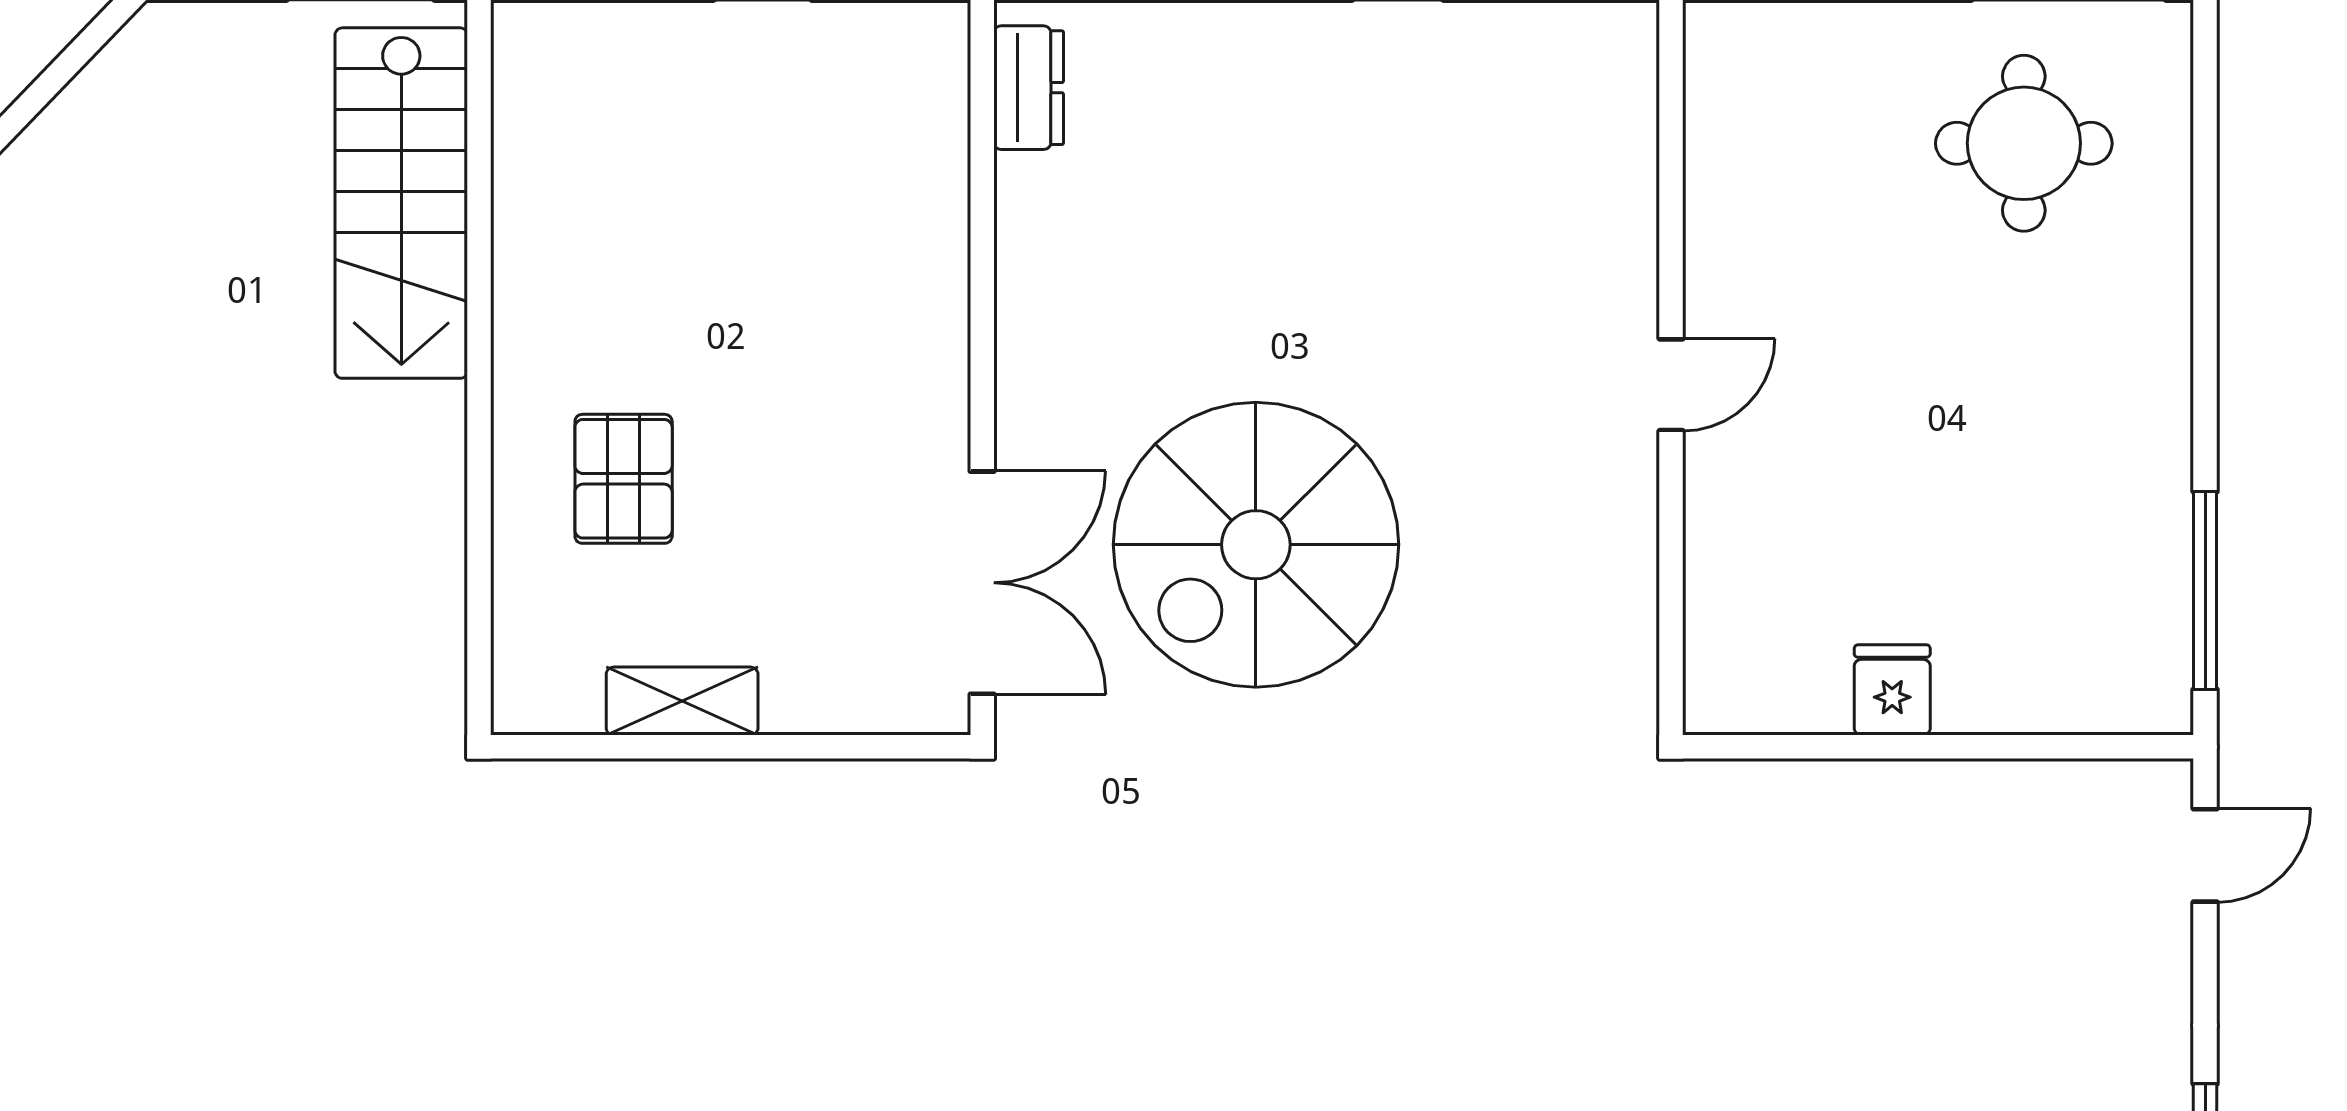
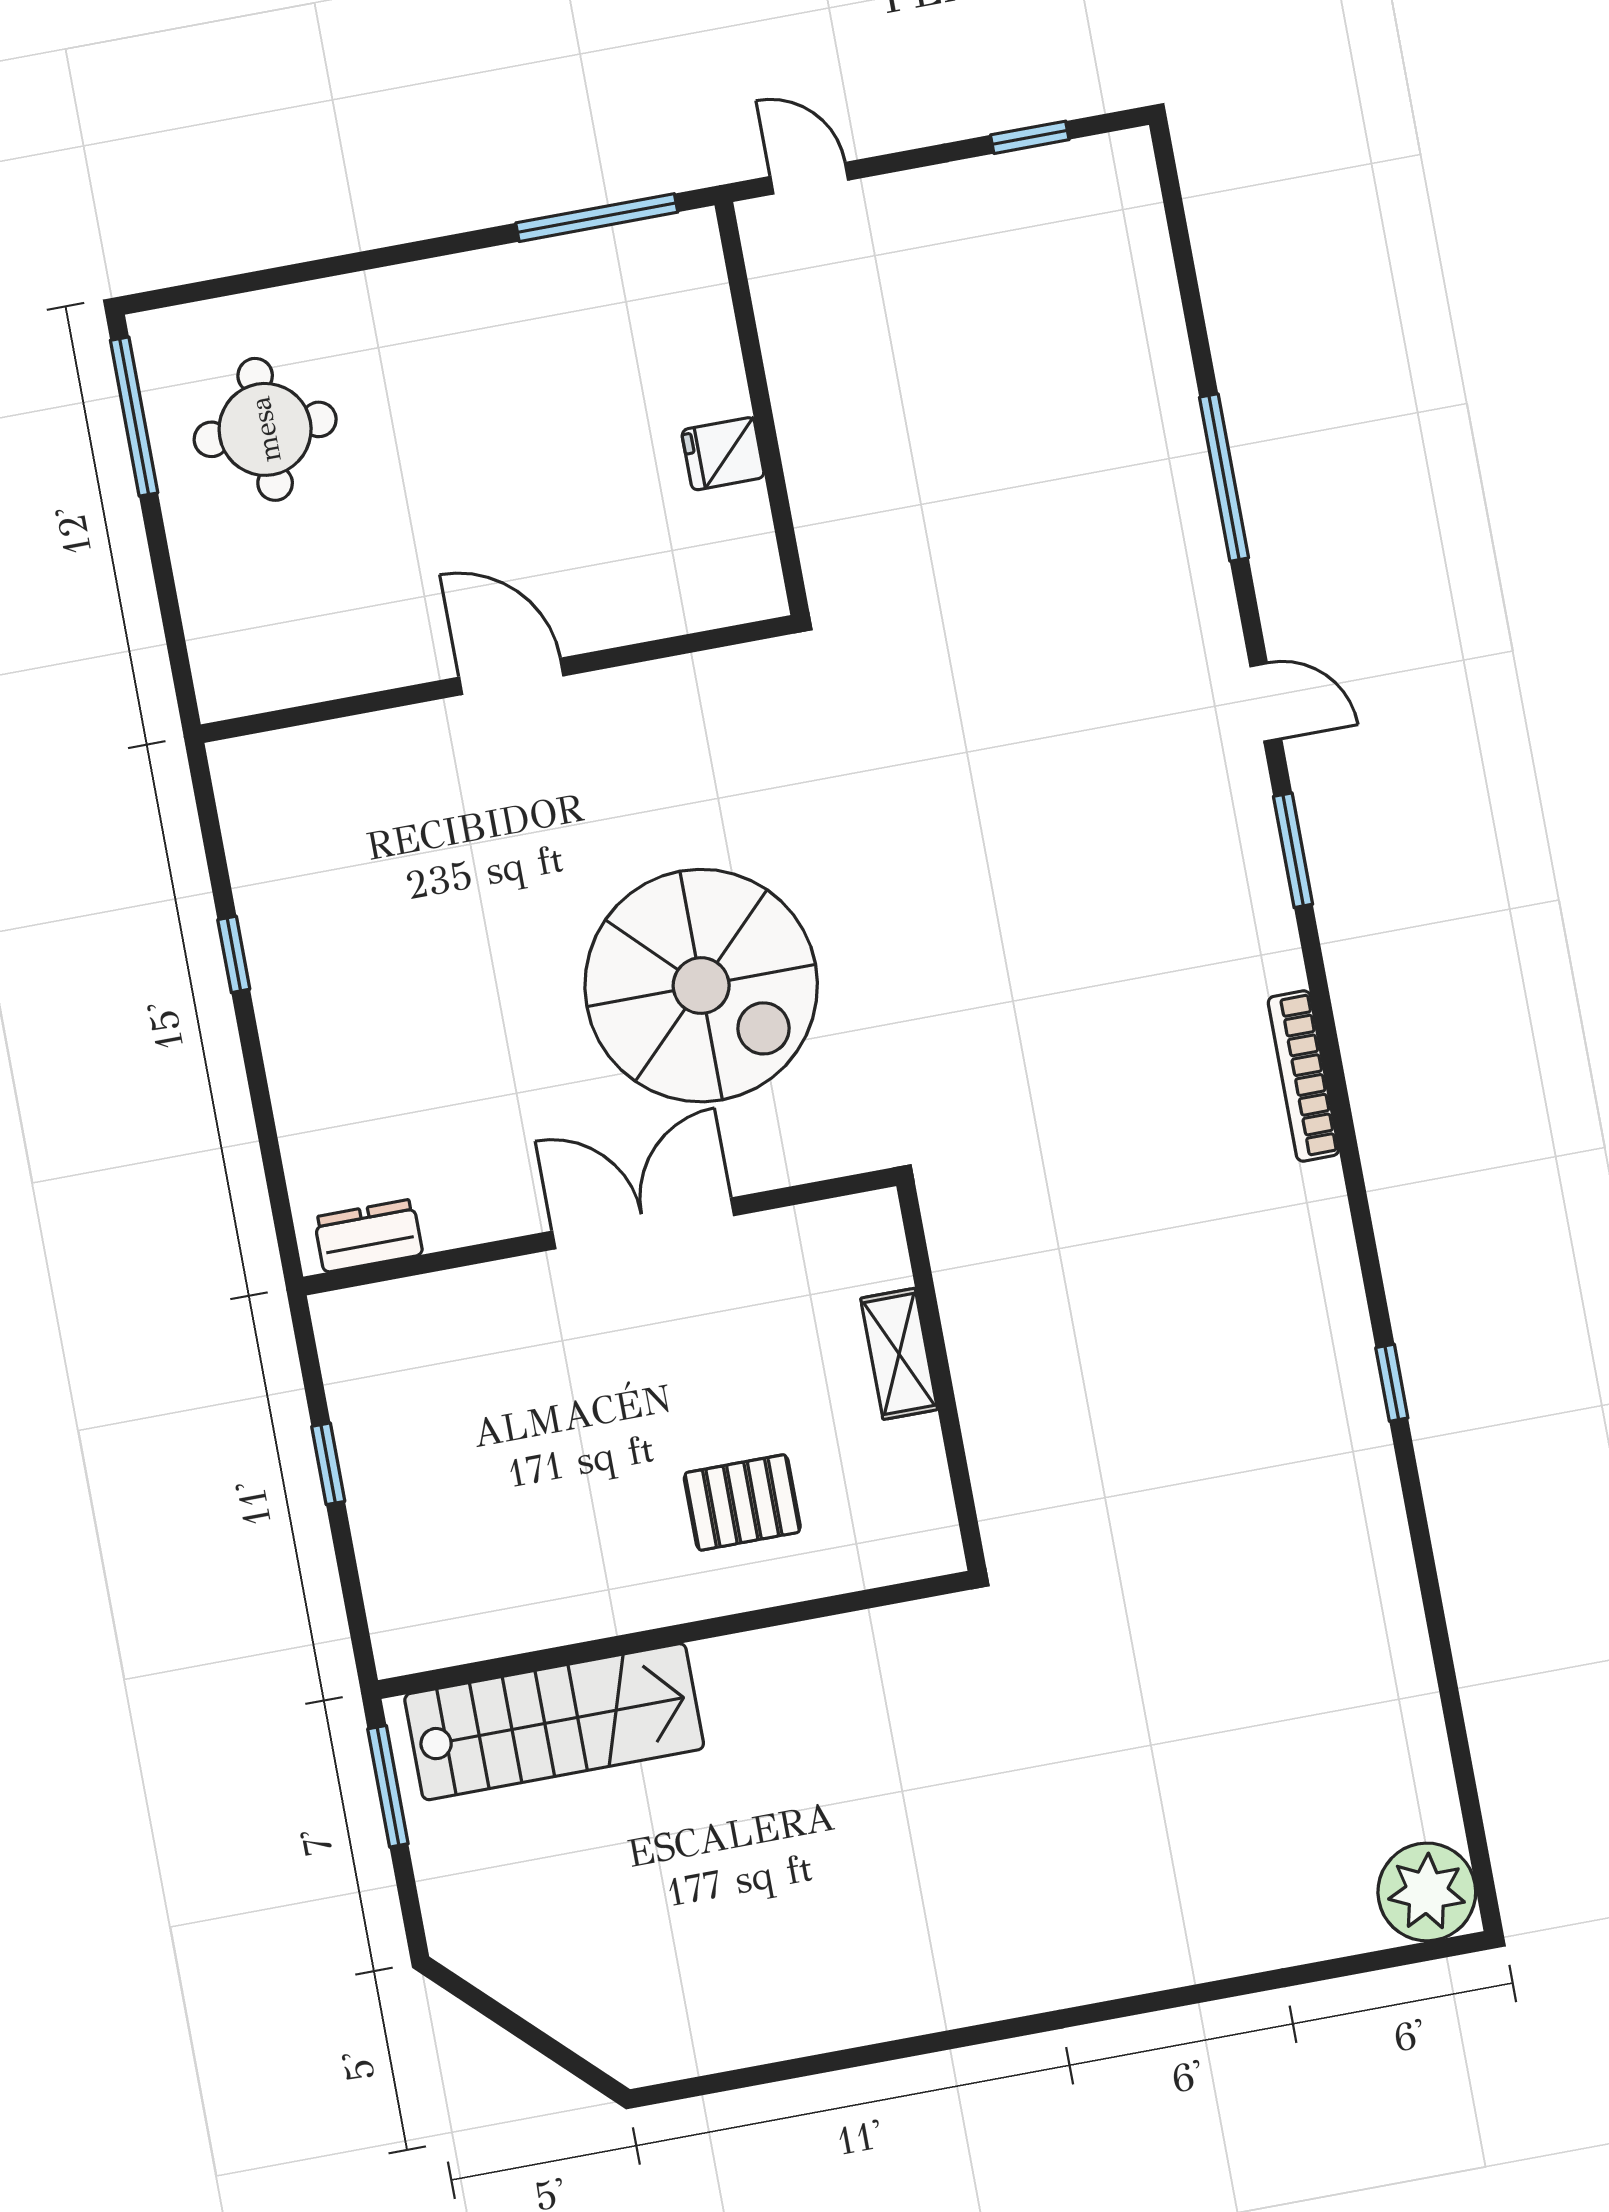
door: (1671, 385) -> (511, 676), width x1.38
double door: (982, 583) -> (643, 1223), moved
shelving: (682, 701) -> (899, 1354), moved

